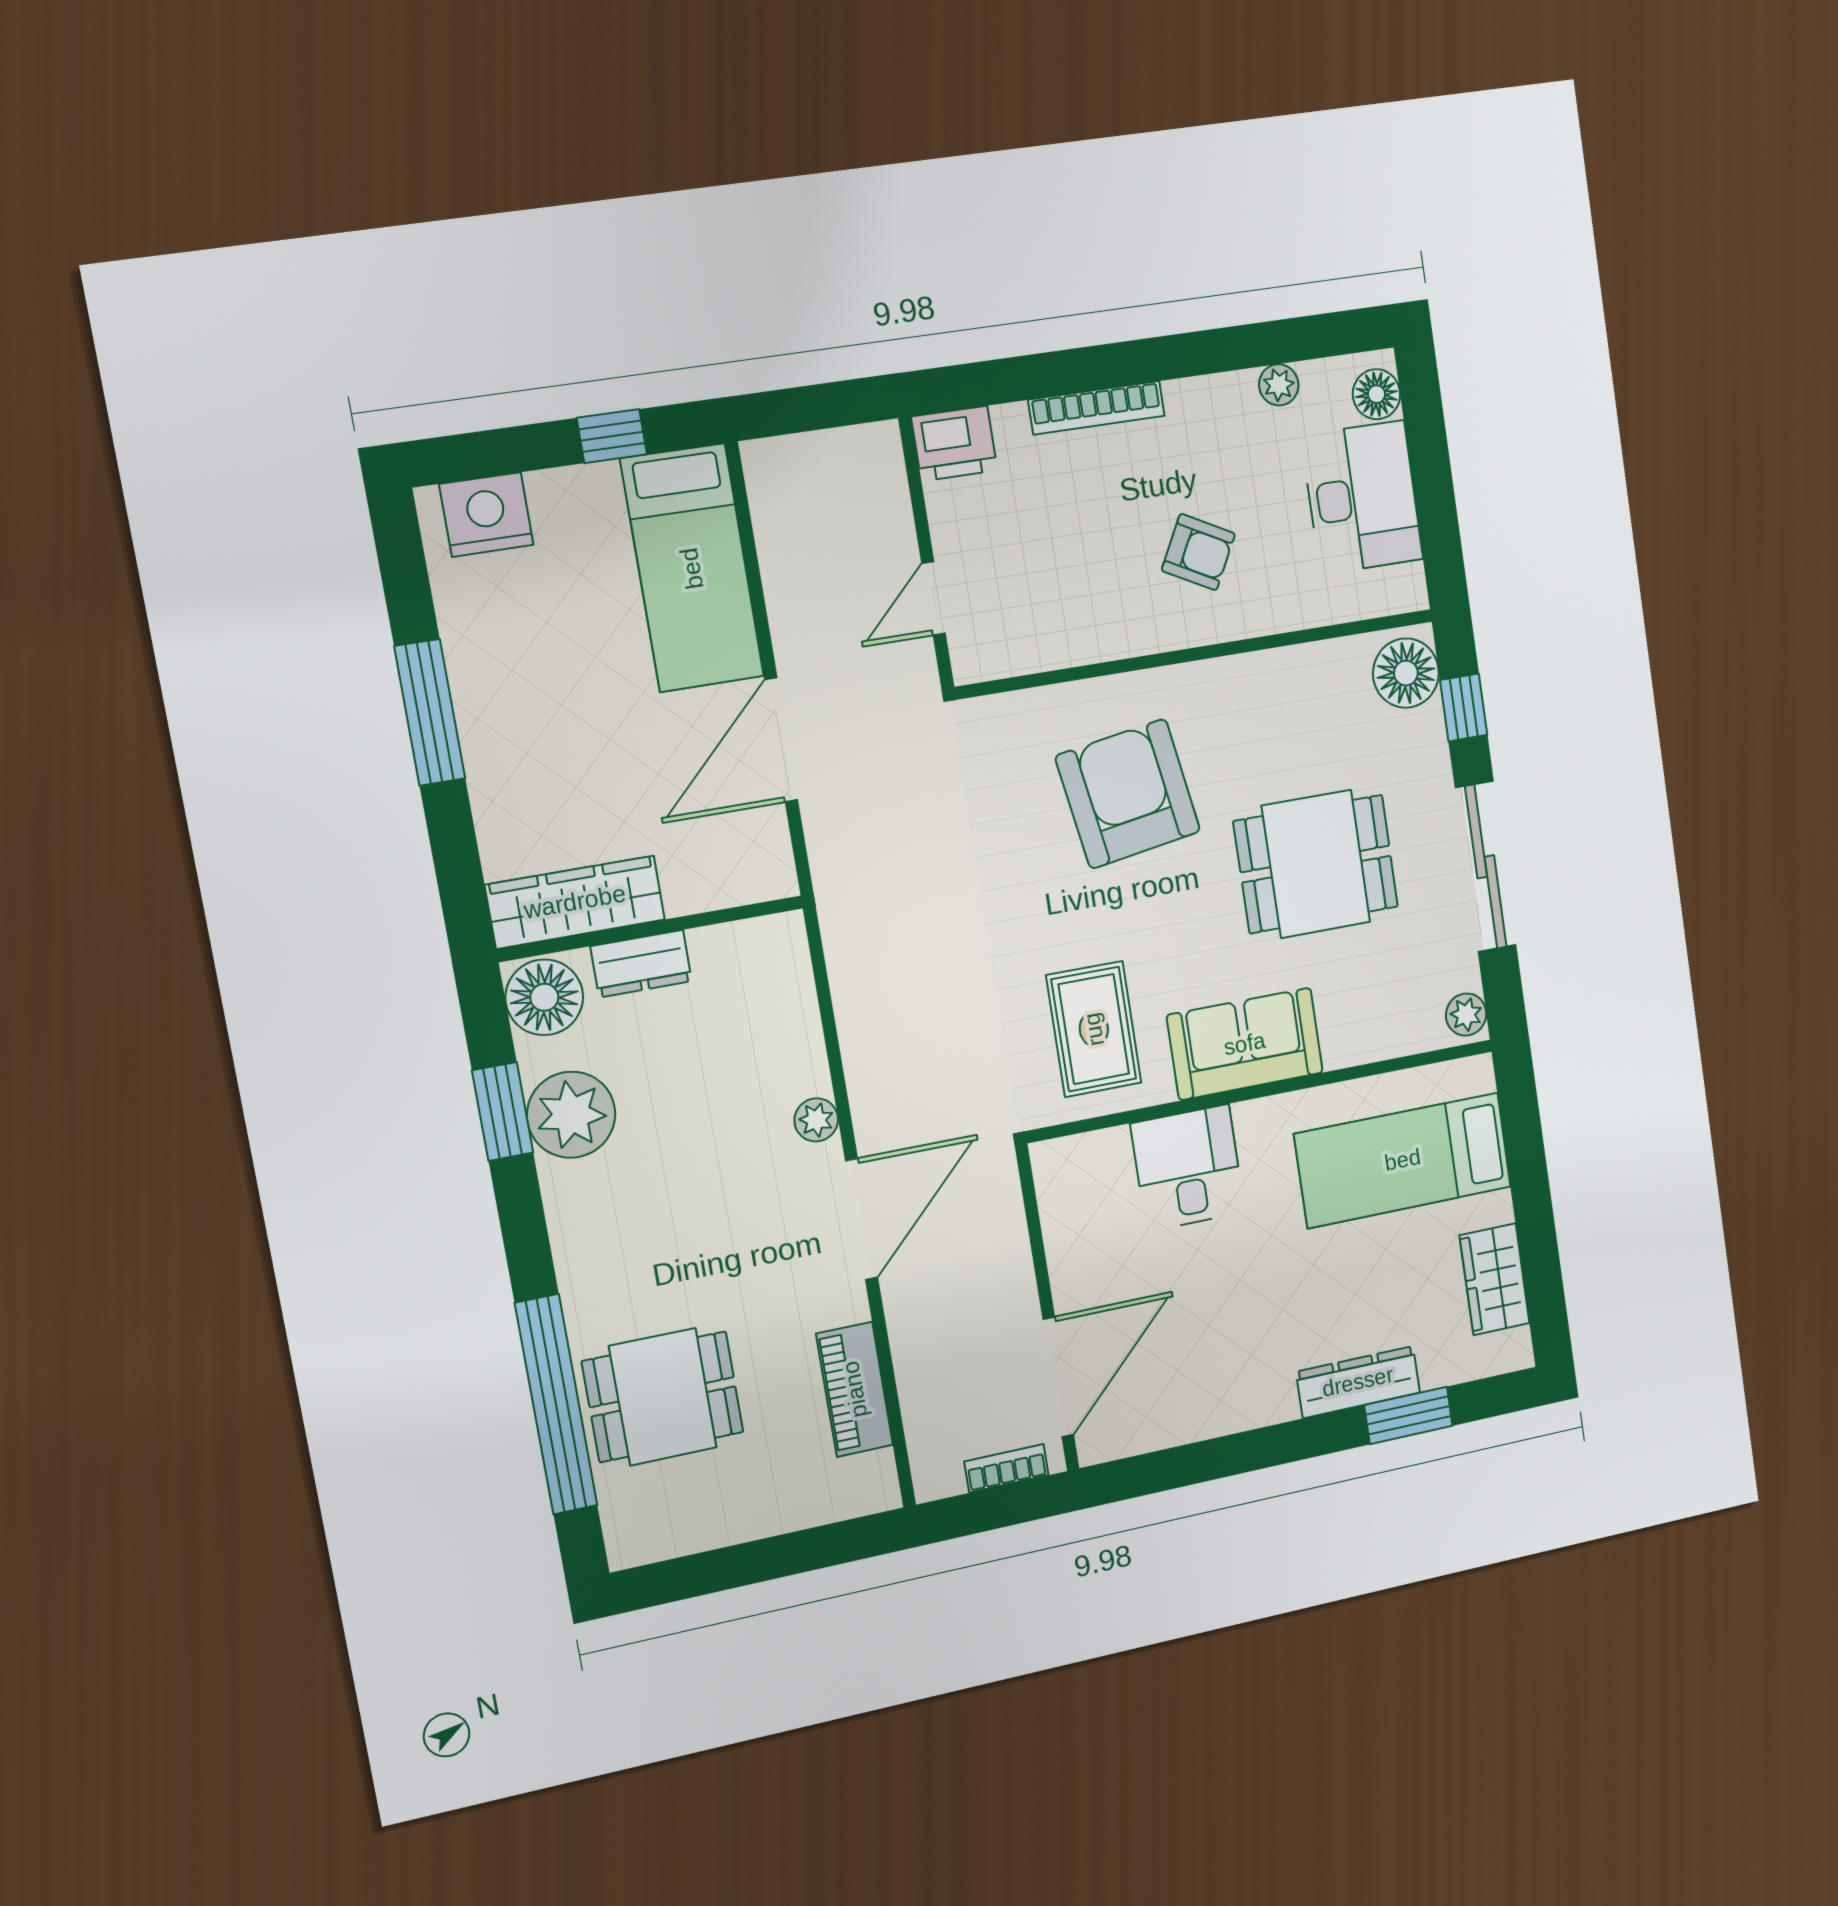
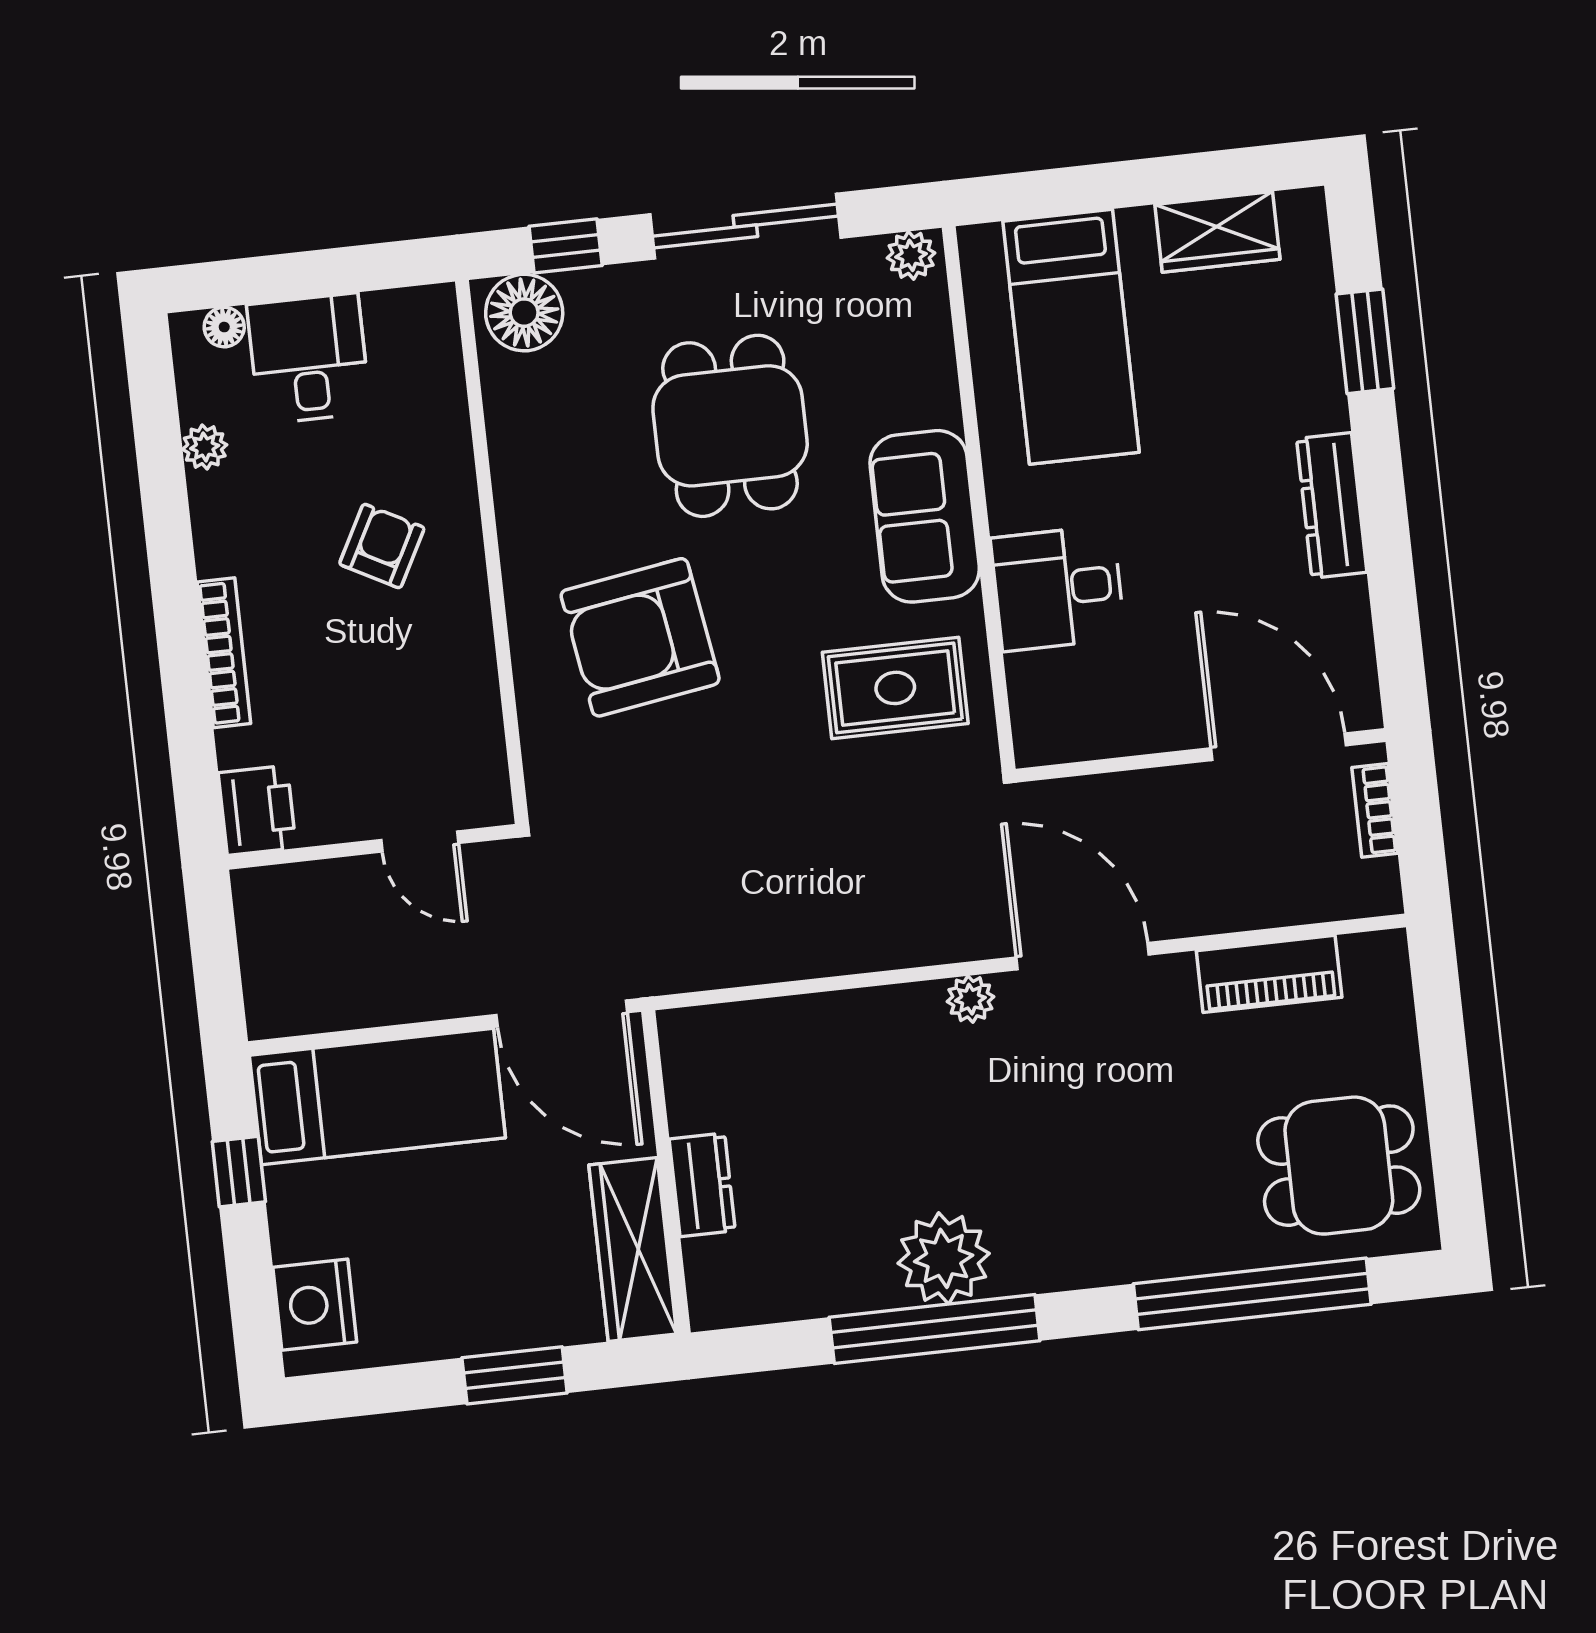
floor lamp: (1376, 394) -> (224, 327), width x0.73, depth x0.73
desk: (1362, 498) -> (309, 359), width x0.73
window: (430, 713) -> (515, 1375), width x0.69
wardrobe: (575, 902) -> (633, 1249), moved
wall: (651, 929) -> (666, 1172), moved
dresser: (641, 964) -> (702, 1185), moved
floor lamp: (544, 997) -> (817, 1278), removed
window: (503, 1112) -> (935, 1329), width x2.11
dresser: (1358, 1382) -> (1332, 505), moved
dining table: (663, 1397) -> (1339, 1166), moved, turned 90

